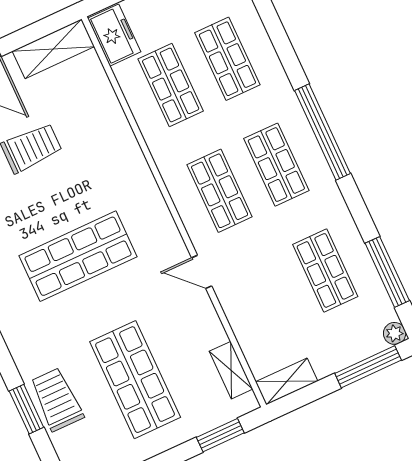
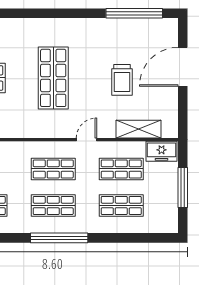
shelving: (53, 49) -> (139, 129), moved, turned 90
door: (202, 272) -> (86, 140), moved

